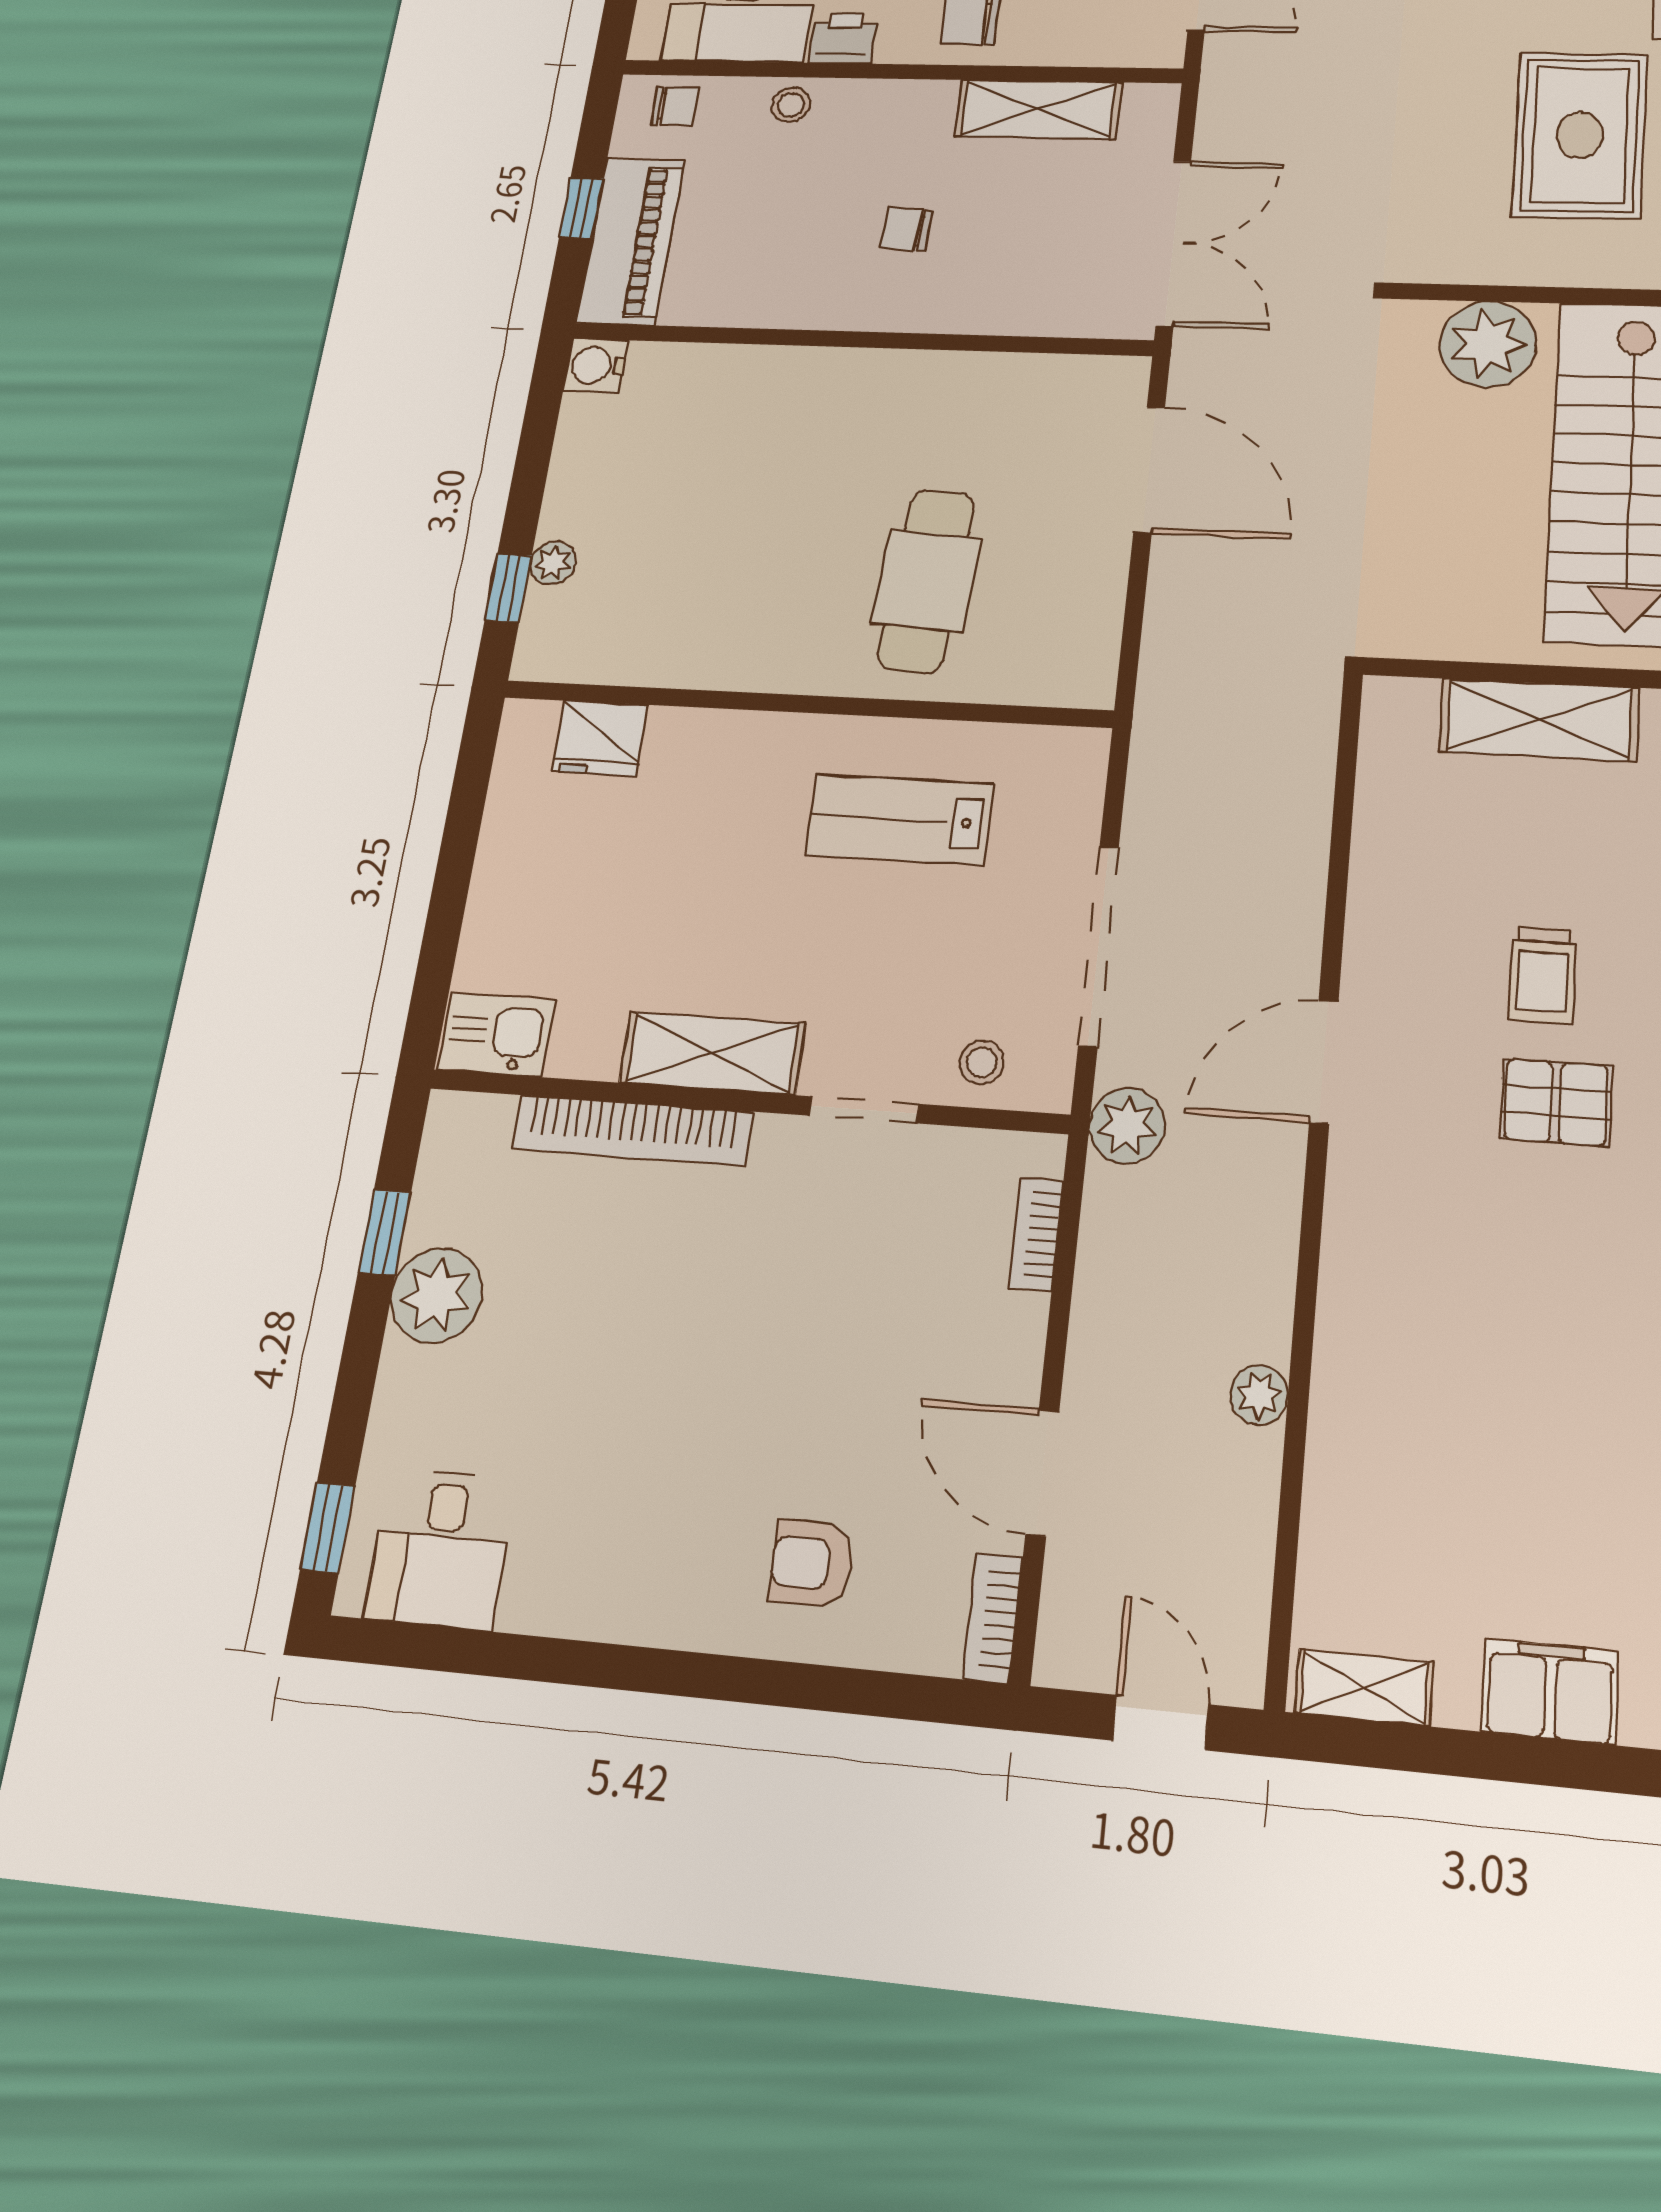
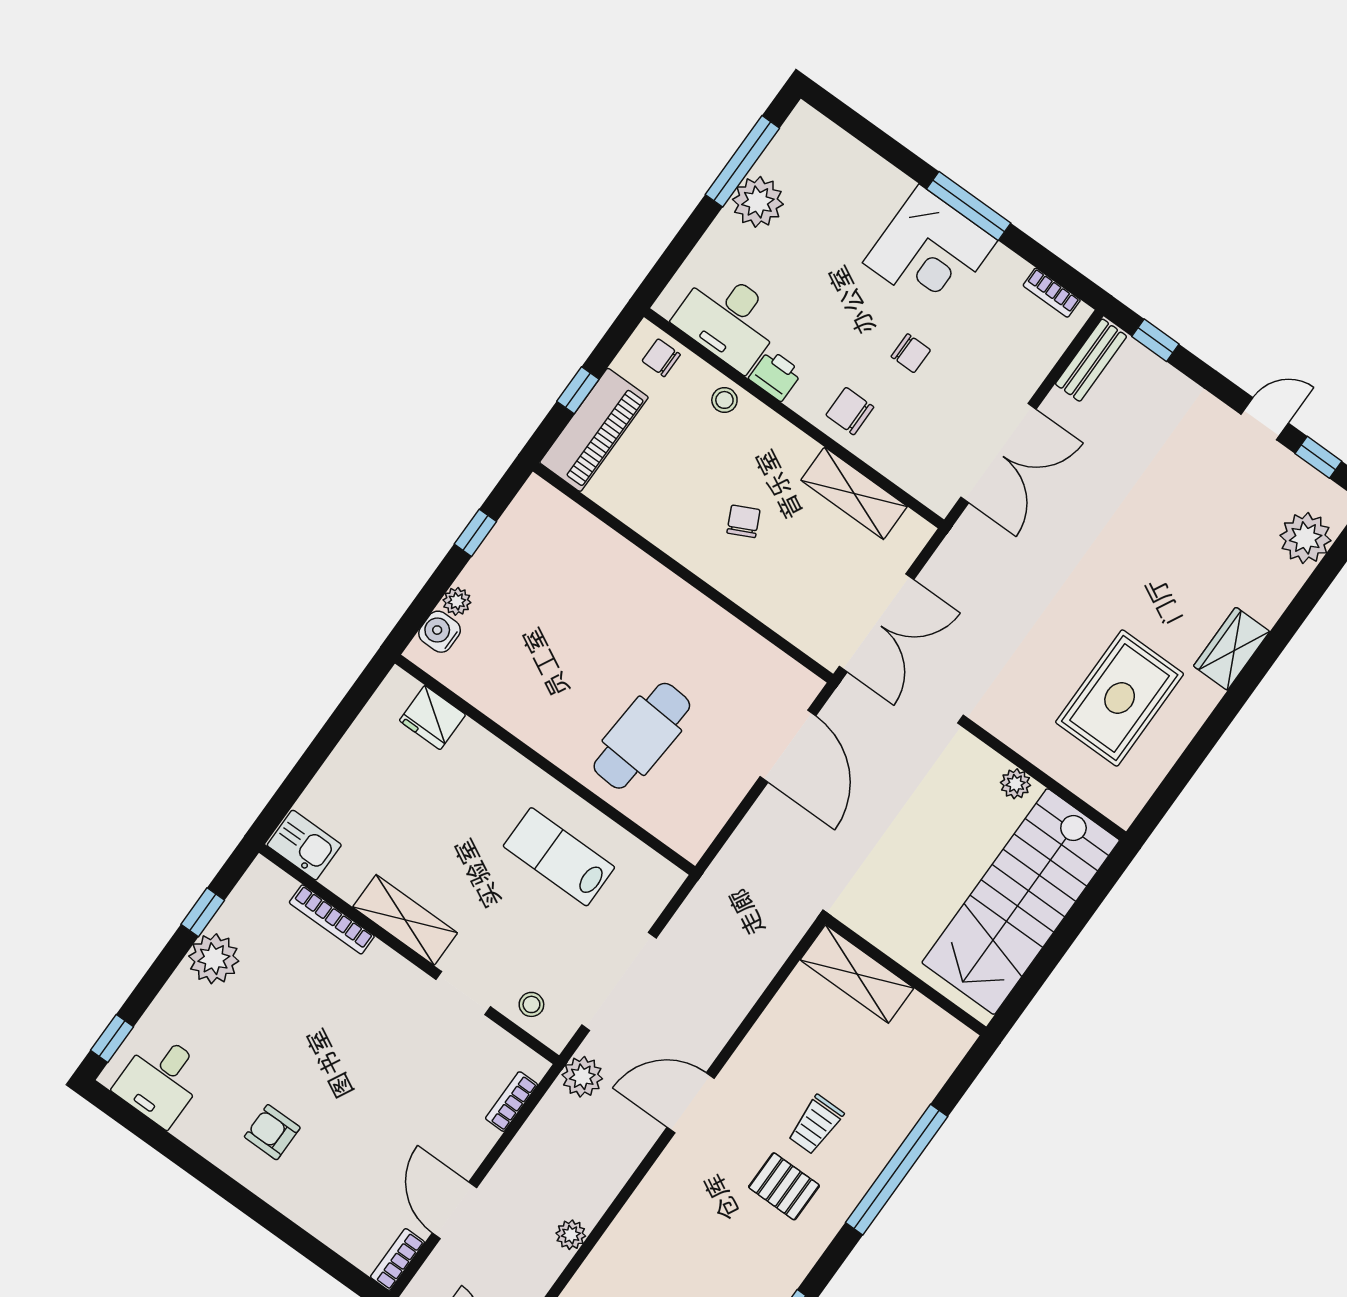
chair: (674, 106) -> (661, 358), turned 180
chair: (906, 229) -> (743, 521), turned 60
plant: (1488, 344) -> (1016, 784), width x0.53, depth x0.53
water cooler: (596, 365) -> (440, 632), moved
window: (508, 588) -> (475, 533), moved
shelving: (1539, 720) -> (857, 974), moved
bookcase: (632, 1130) -> (332, 919), width x0.68, depth x0.76
armchair: (812, 1563) -> (272, 1132), moved

